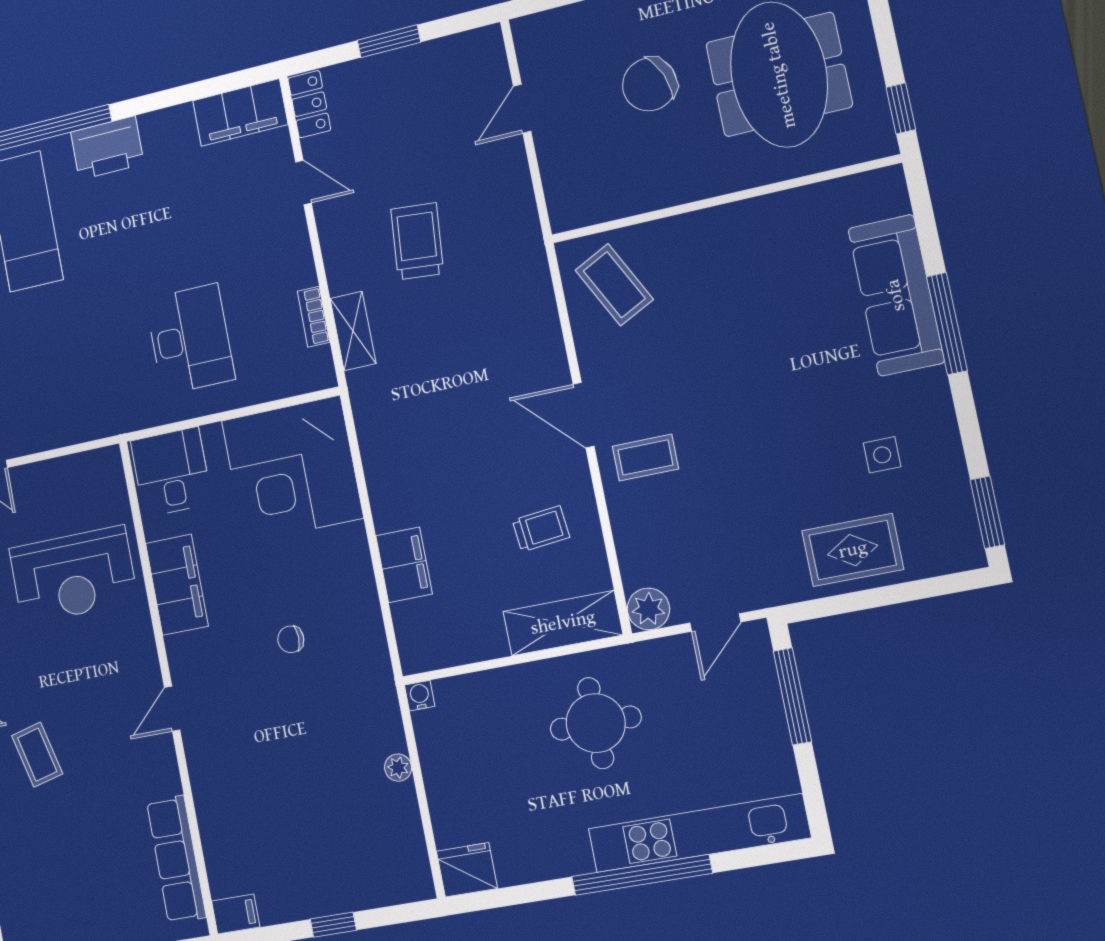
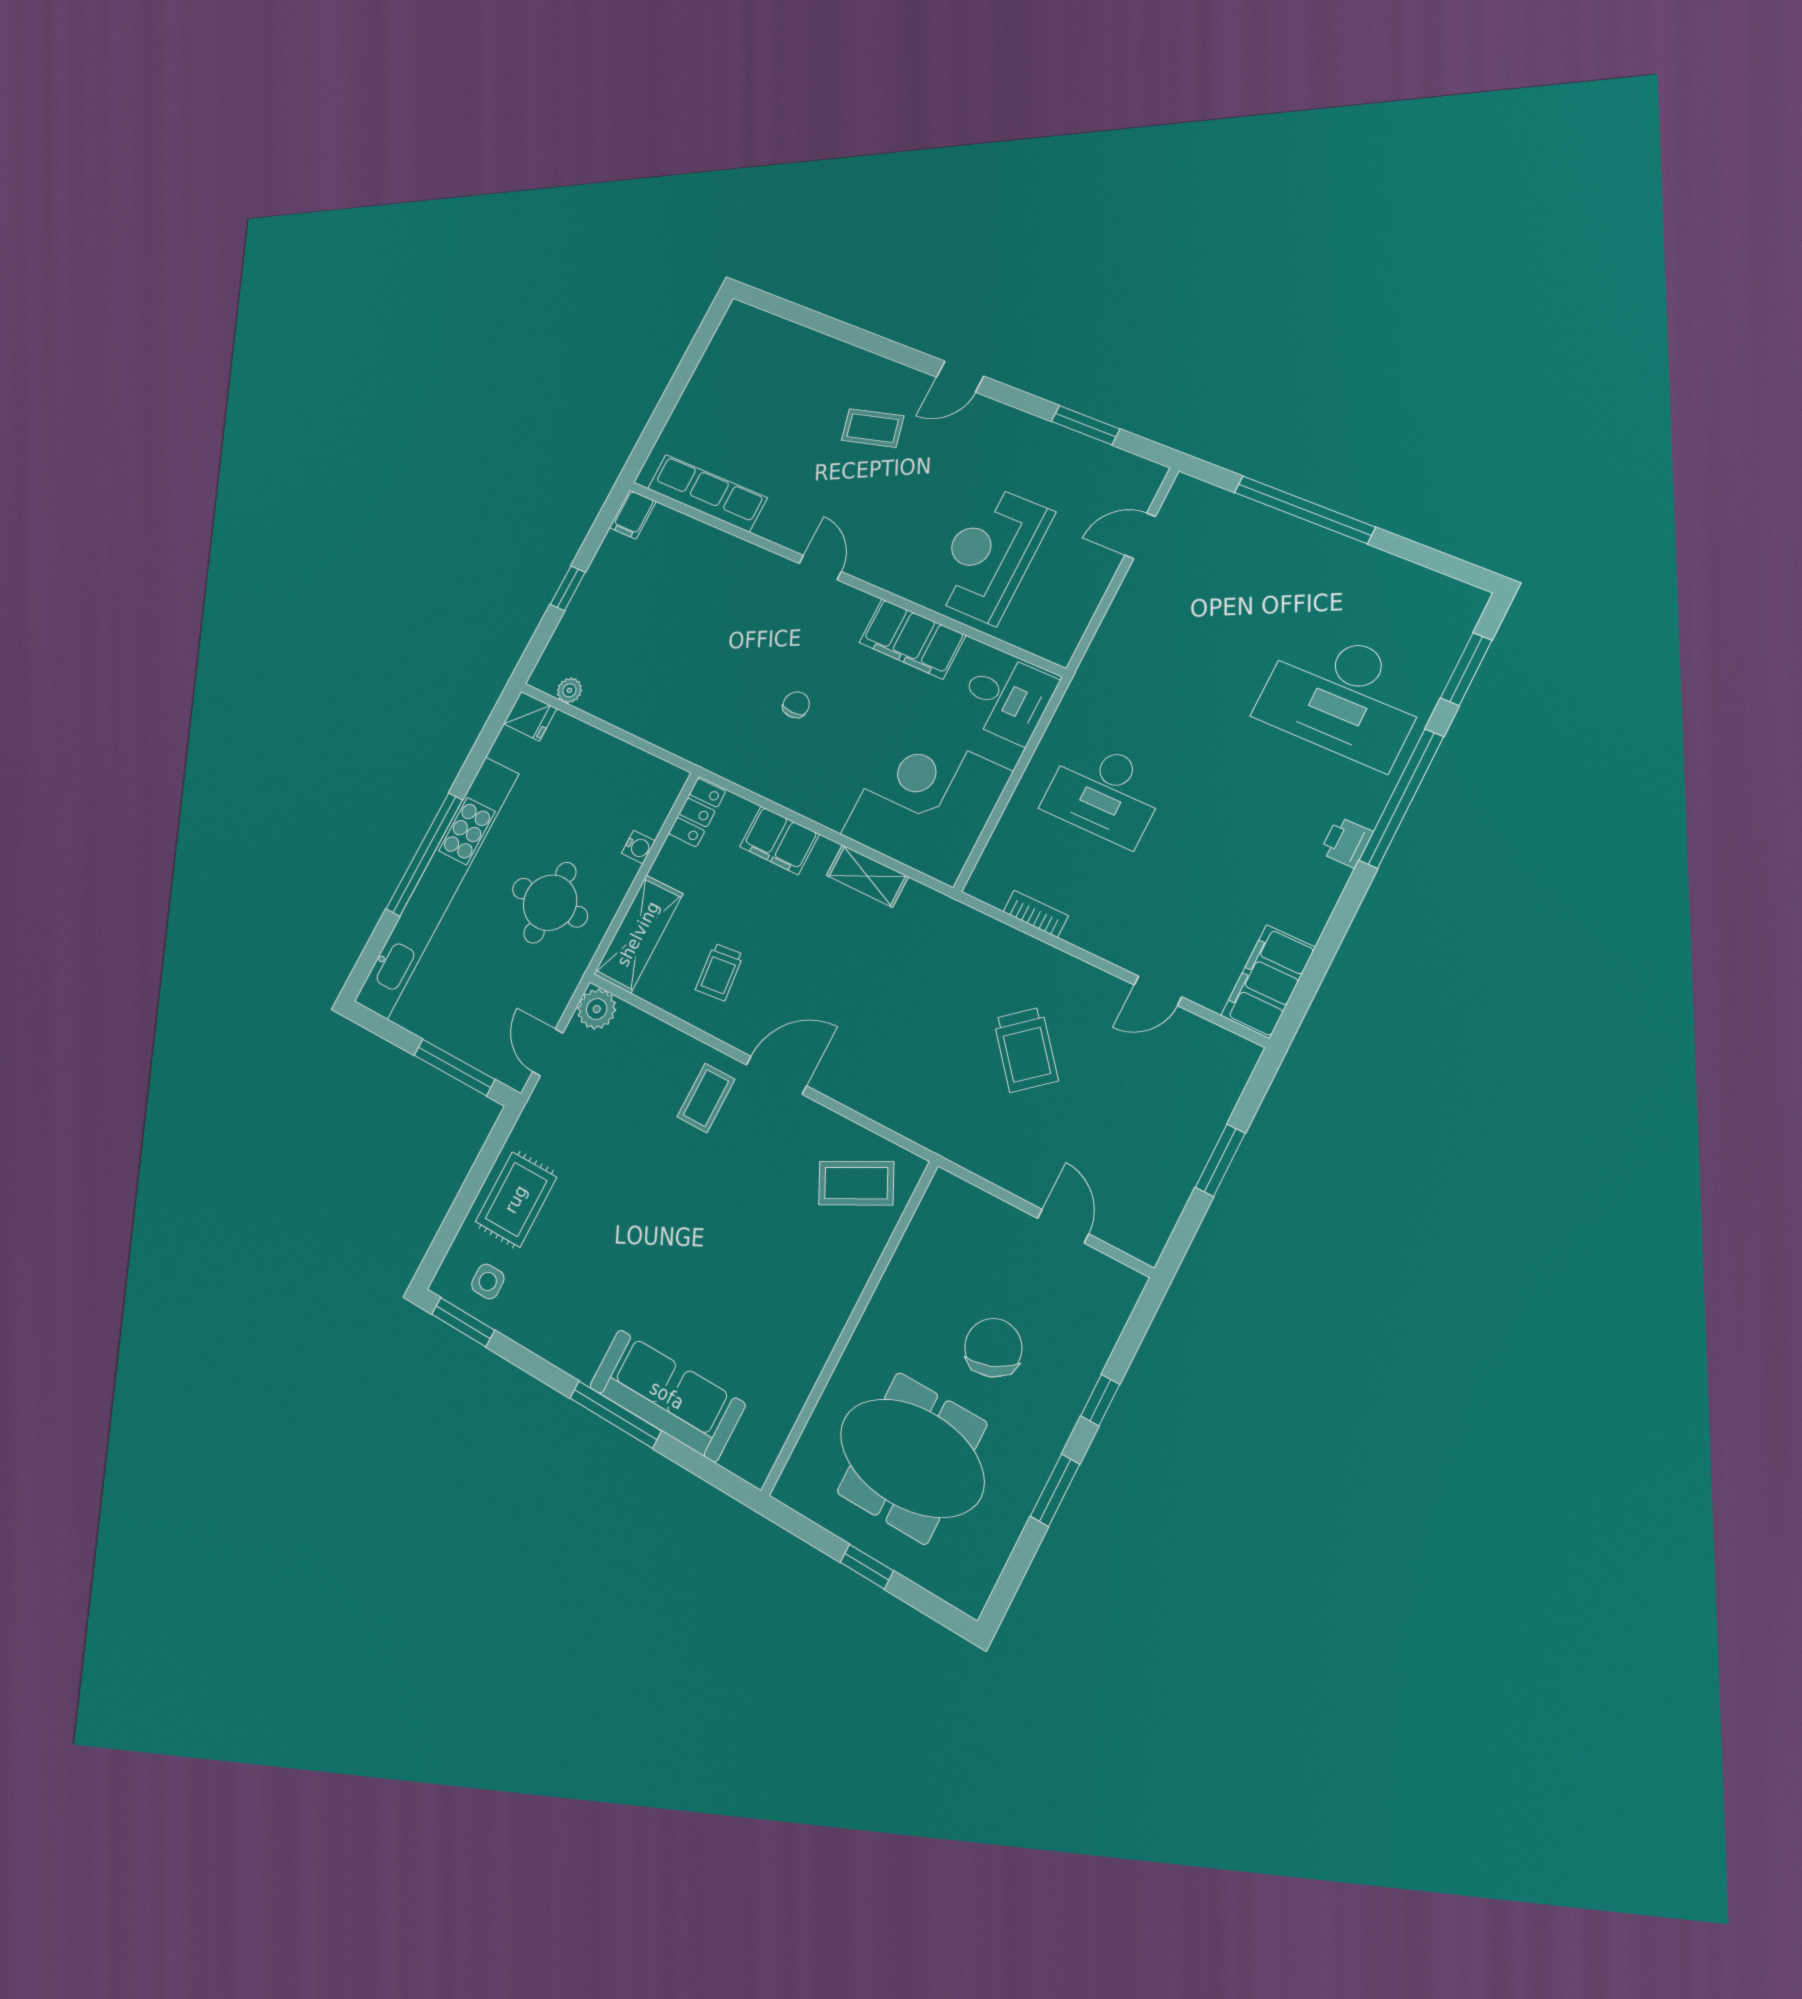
locker: (309, 104) -> (697, 812), moved, turned -90
window: (901, 108) -> (867, 1567), moved
printer: (107, 148) -> (1346, 842), width x0.53, depth x0.68
trolley: (417, 241) -> (1026, 1050), turned 45
shelving: (353, 331) -> (867, 876), moved
side table: (882, 455) -> (488, 1281), moved
water cooler: (420, 696) -> (638, 847), moved
plant: (398, 768) -> (569, 690), moved
kitchen unit: (699, 833) -> (437, 887), width x1.36
fridge: (467, 870) -> (530, 716), width x0.72

